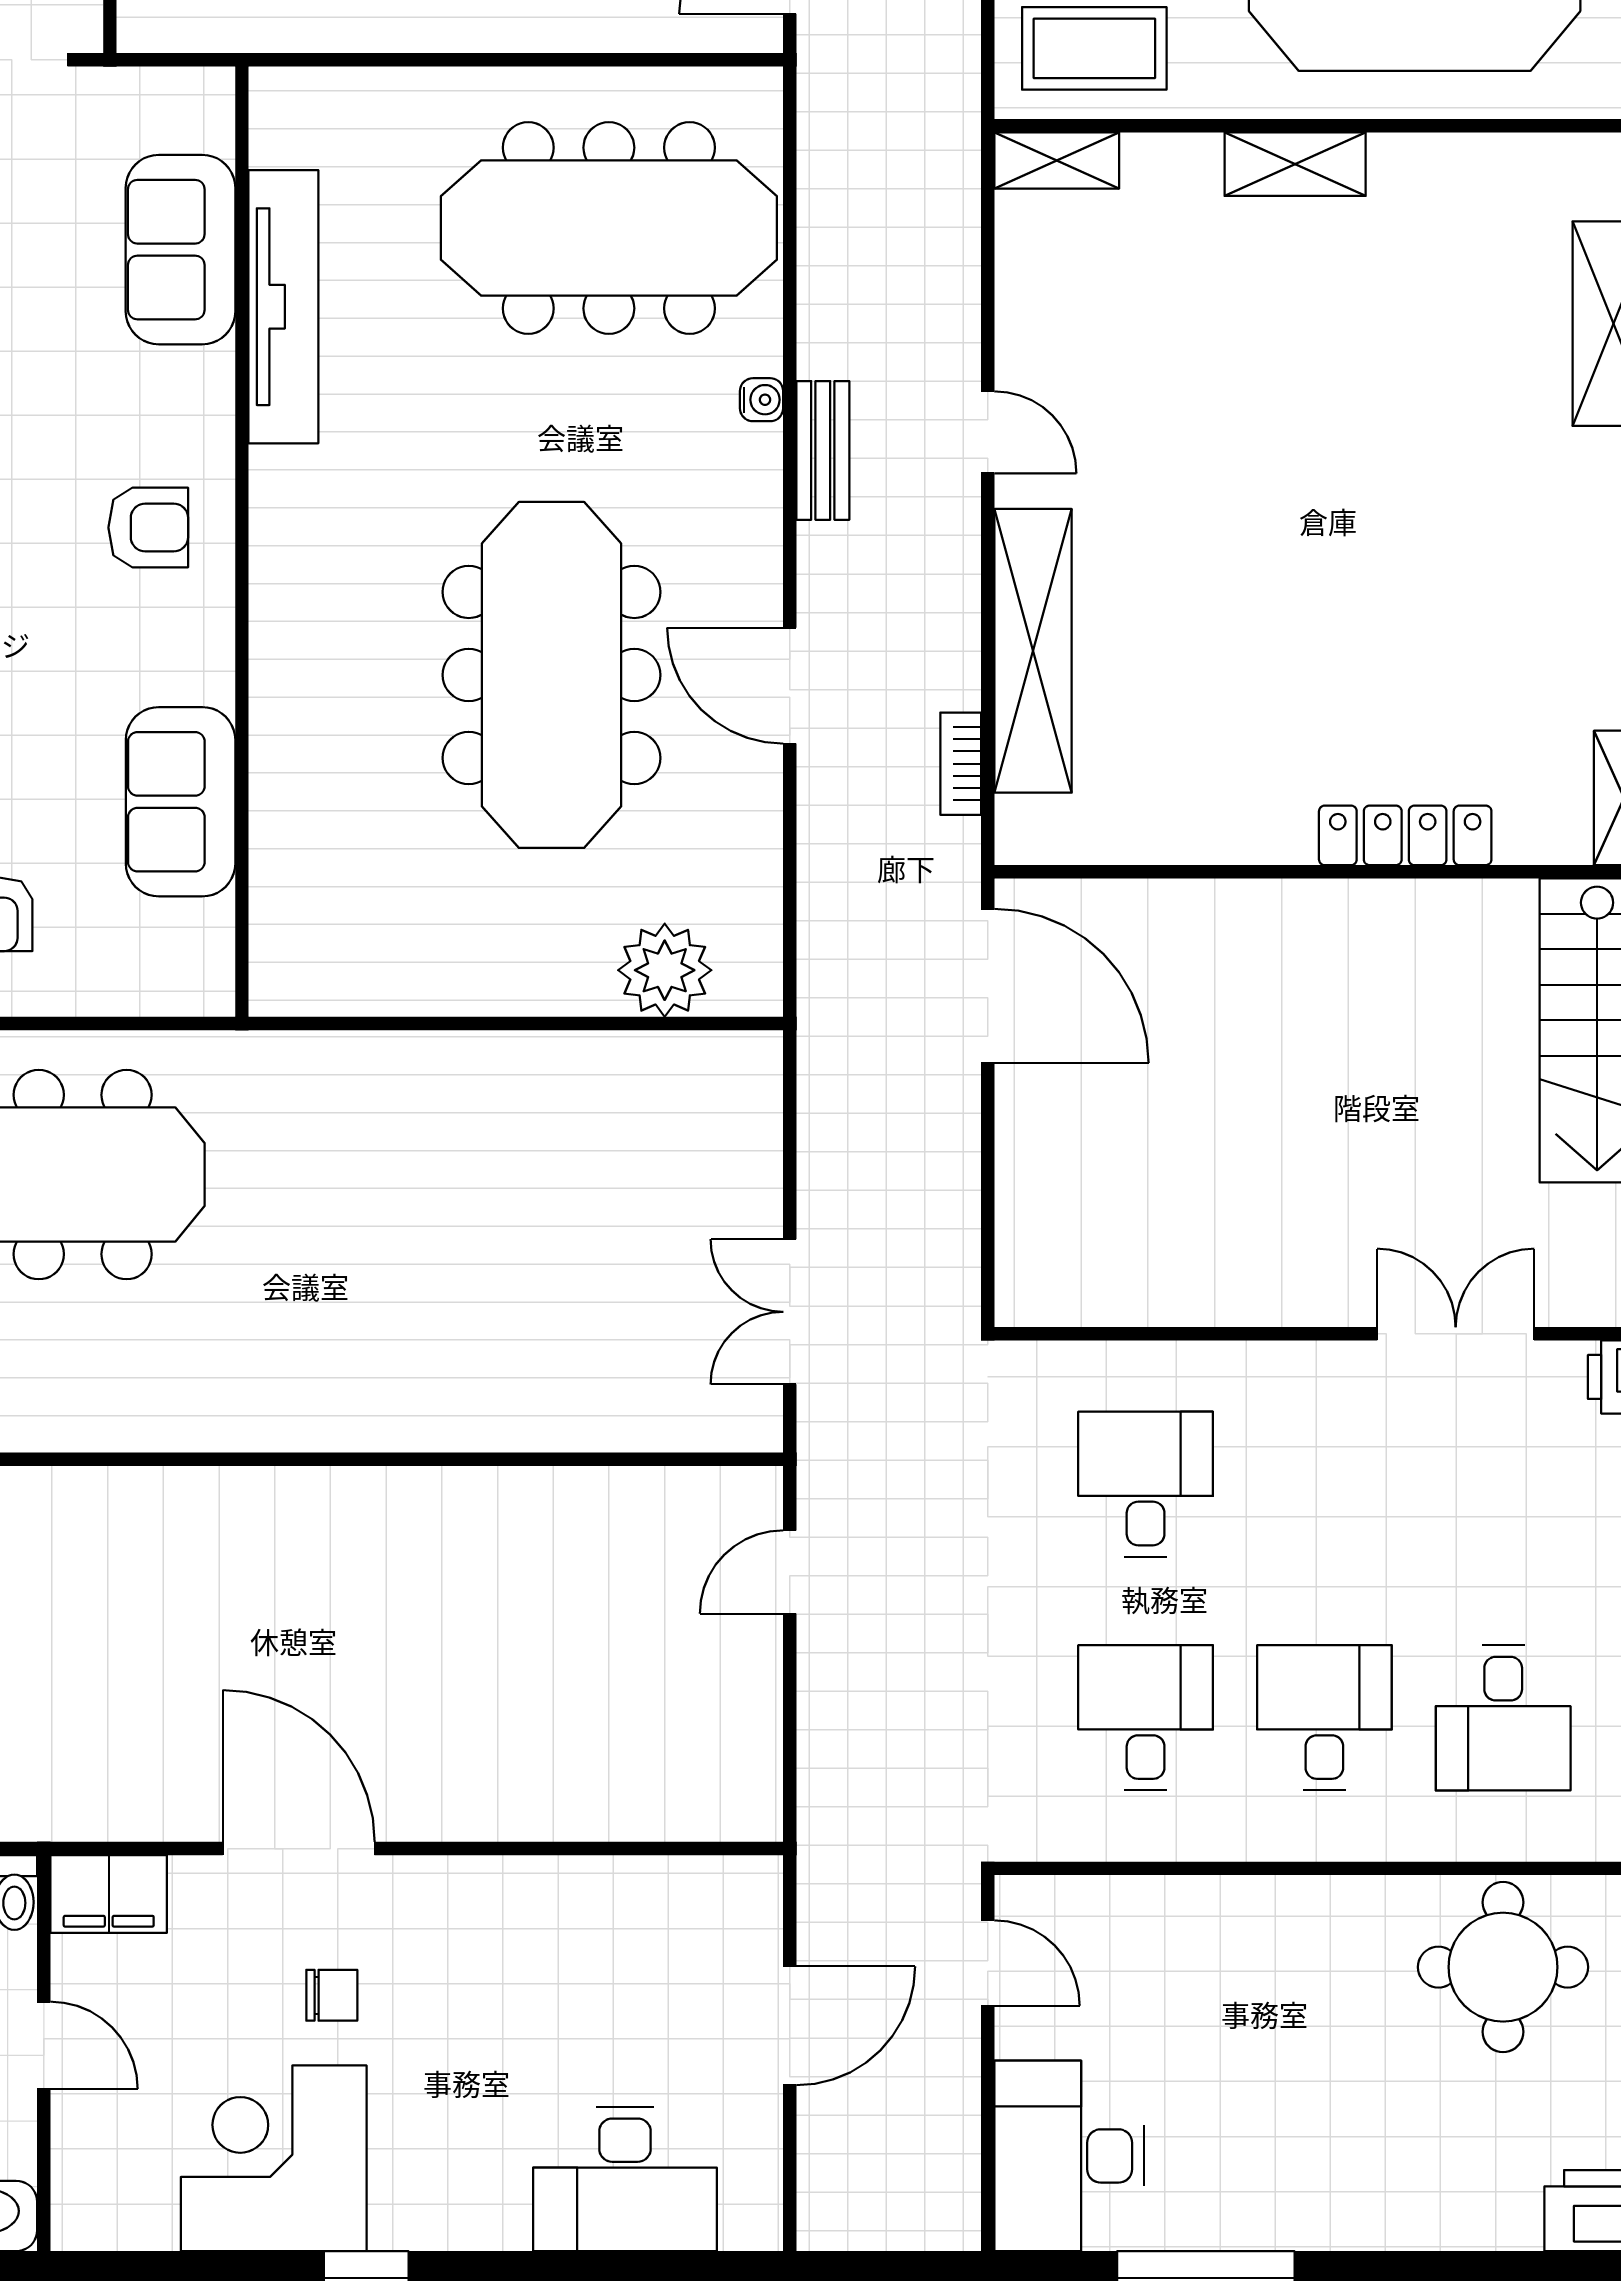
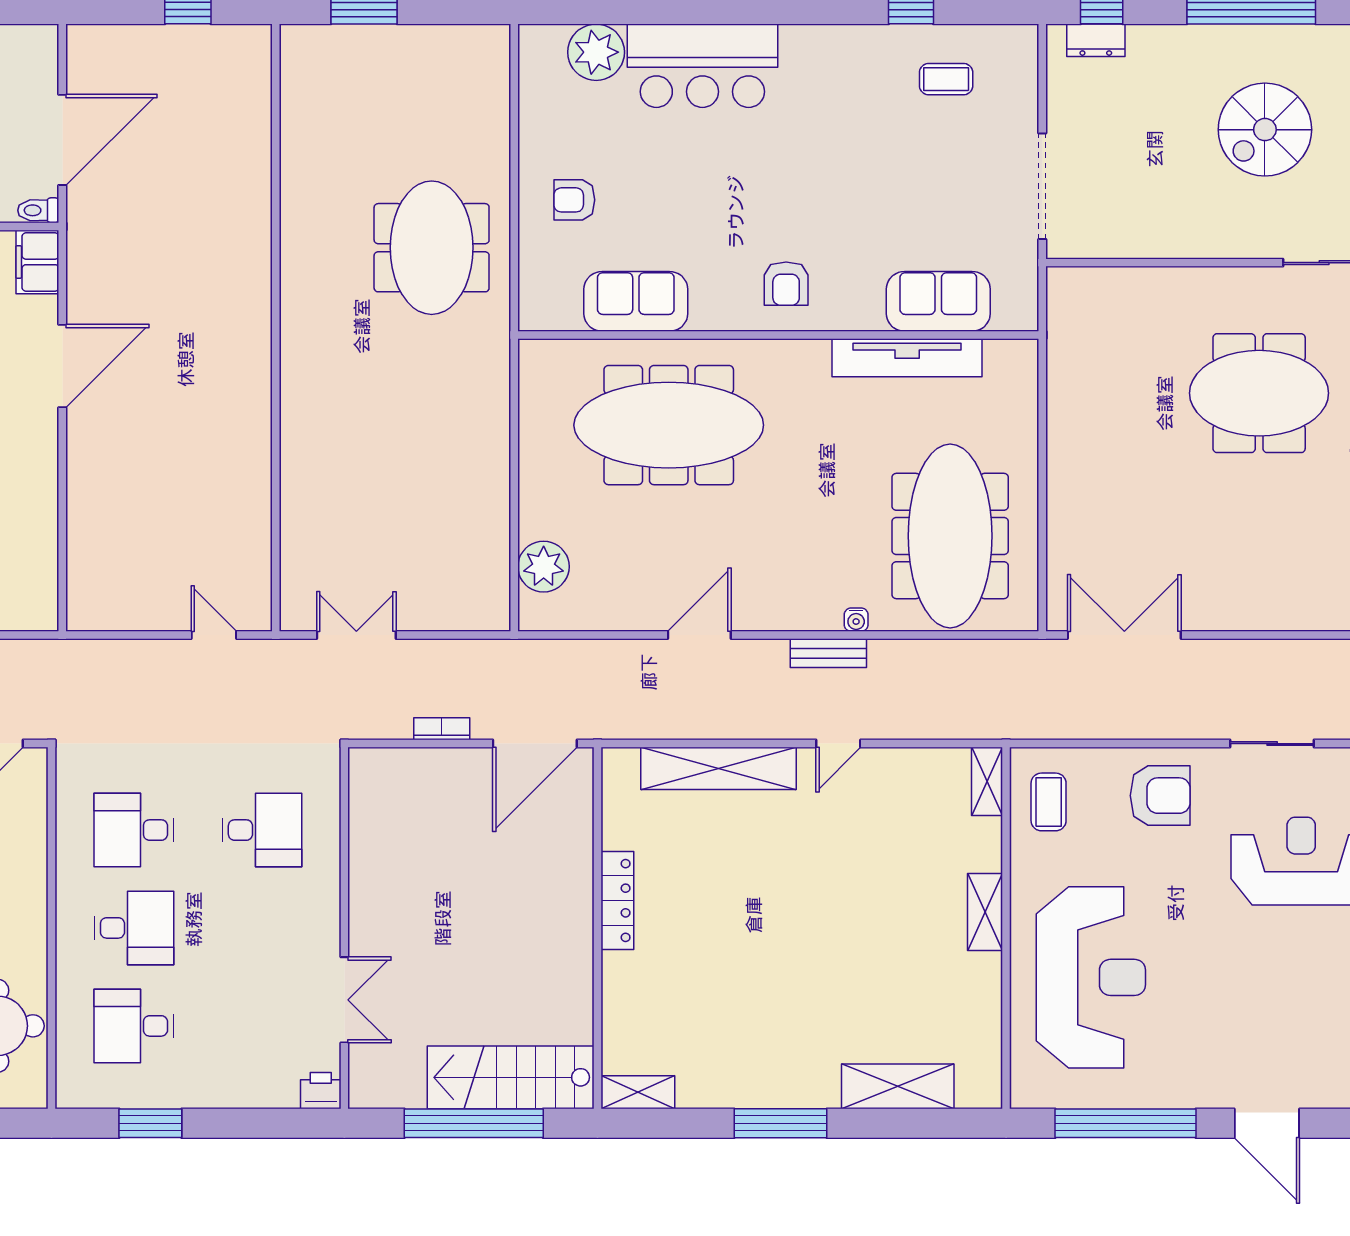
coffee table: (1094, 48) -> (1049, 802), width x0.73, depth x0.77
meeting table: (552, 675) -> (669, 425), moved
bookcase: (961, 764) -> (442, 729), moved
locker: (1405, 835) -> (617, 901), moved
desk: (1146, 1718) -> (134, 830), turned 180

